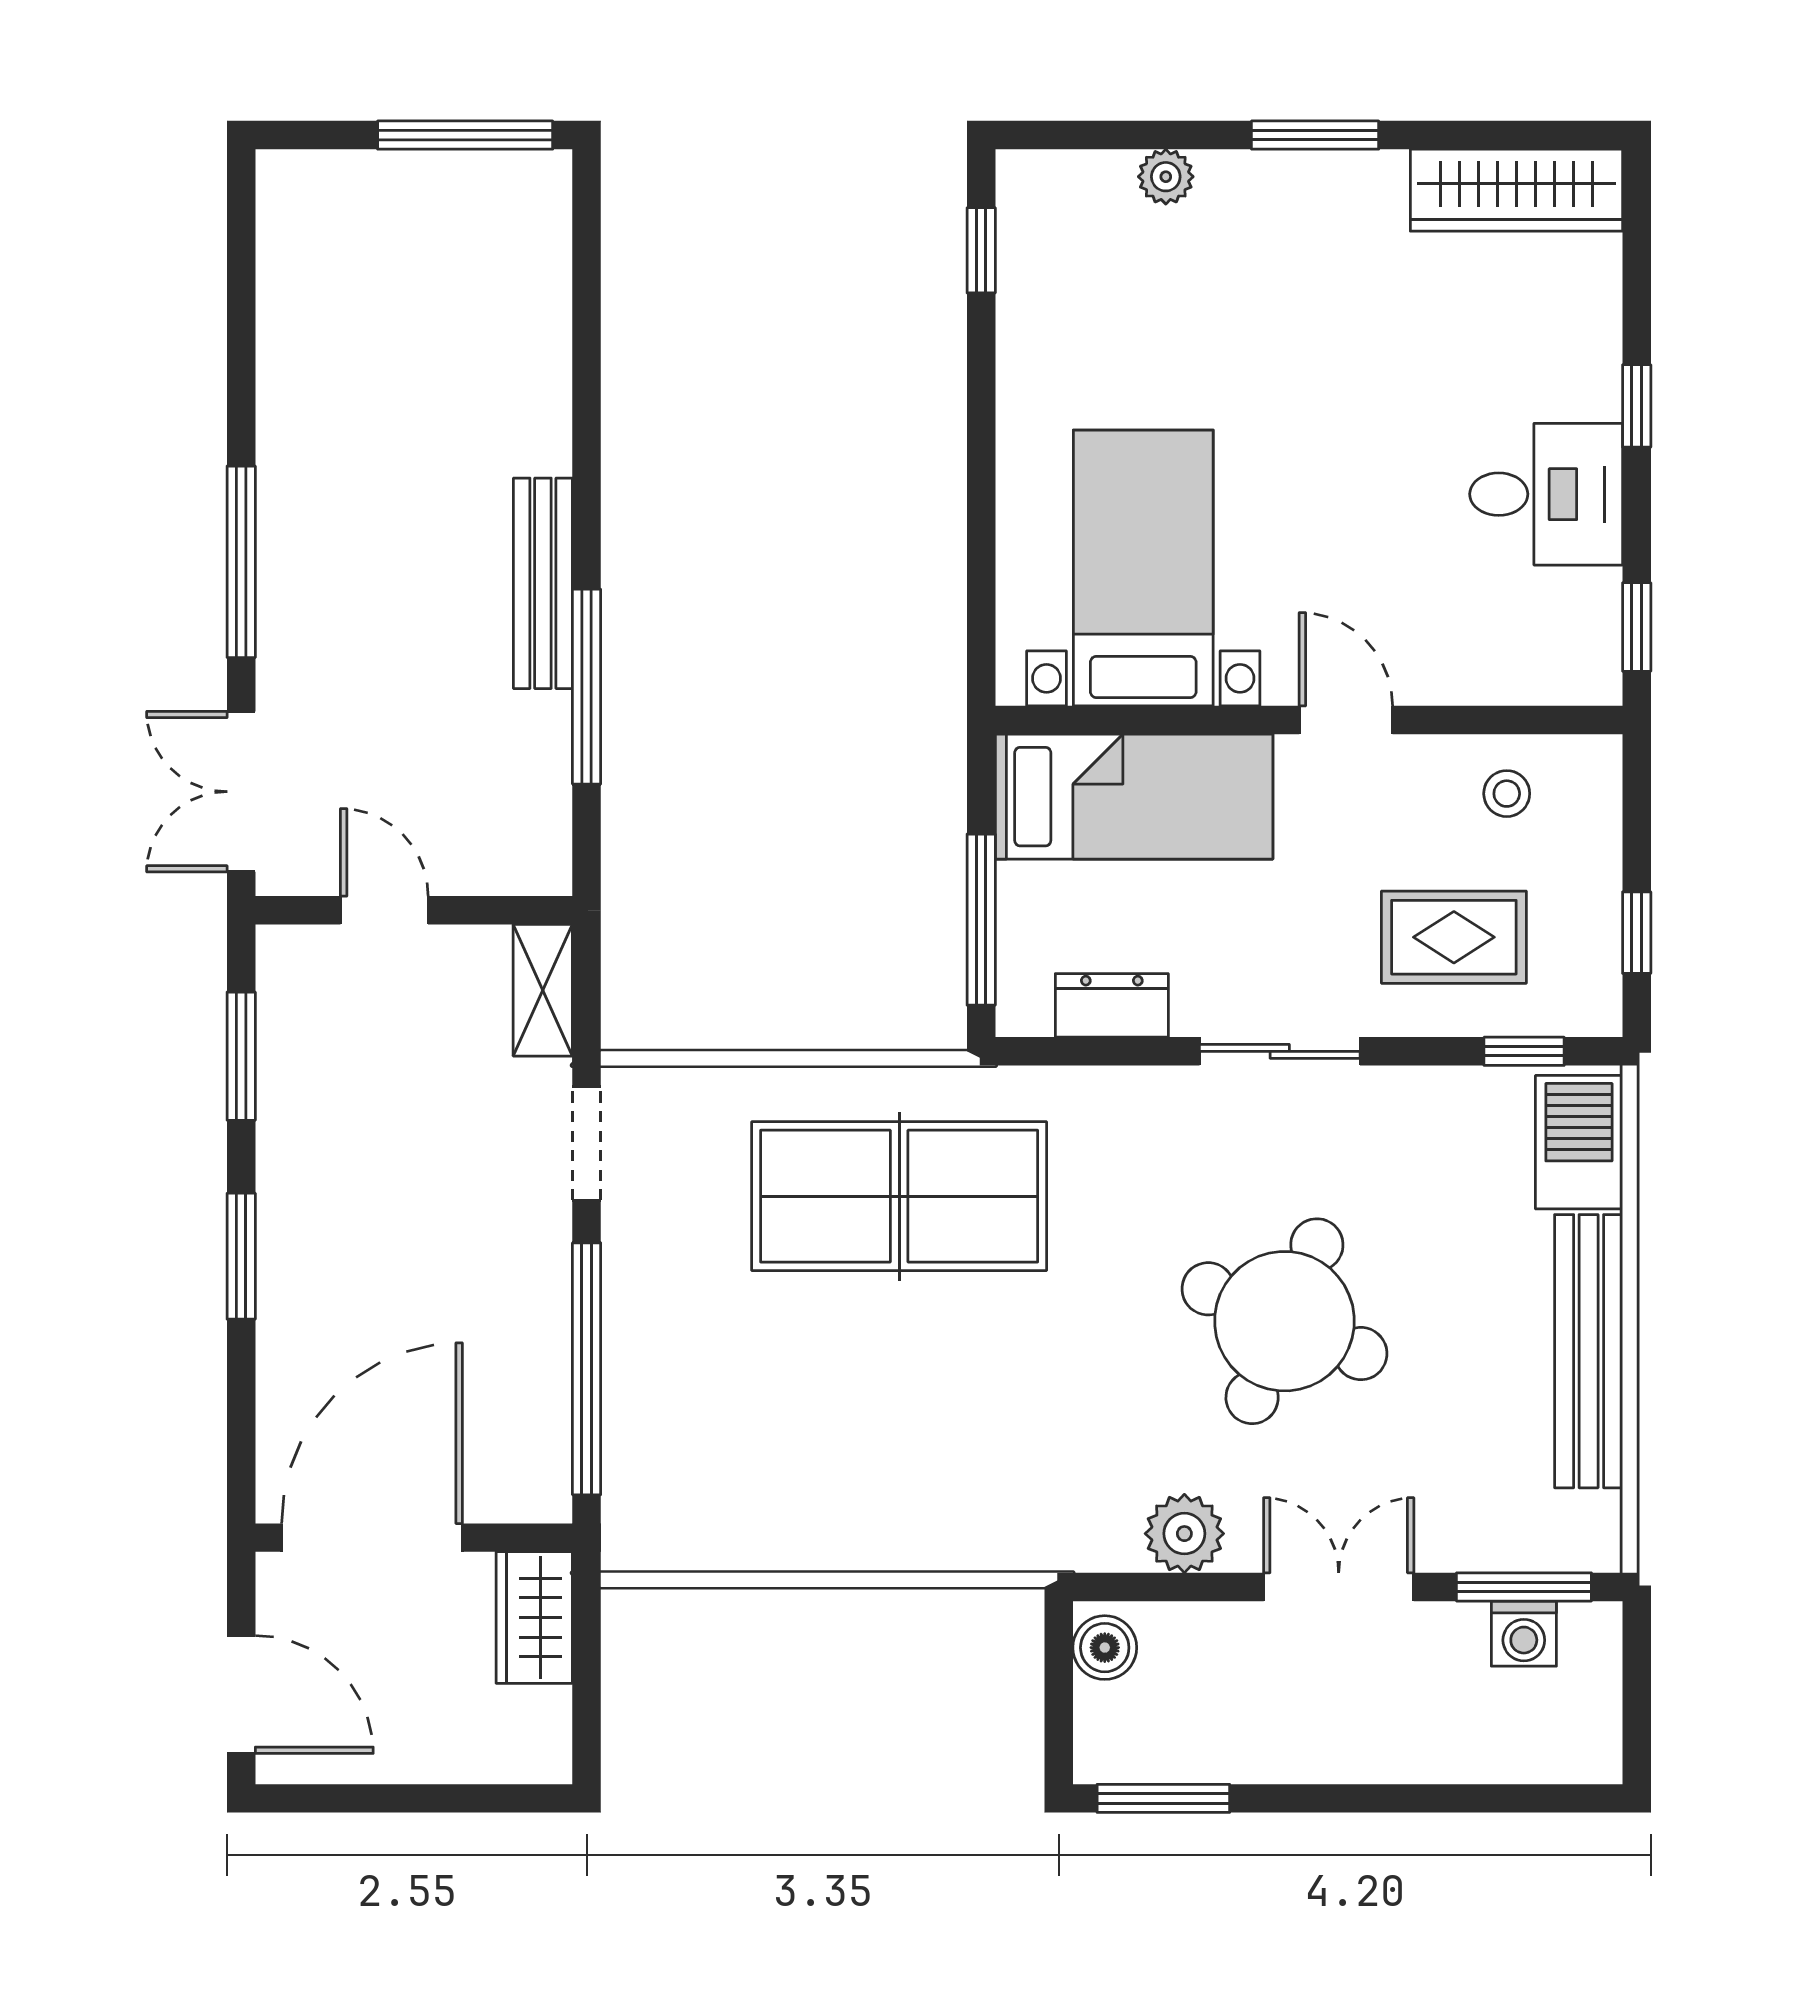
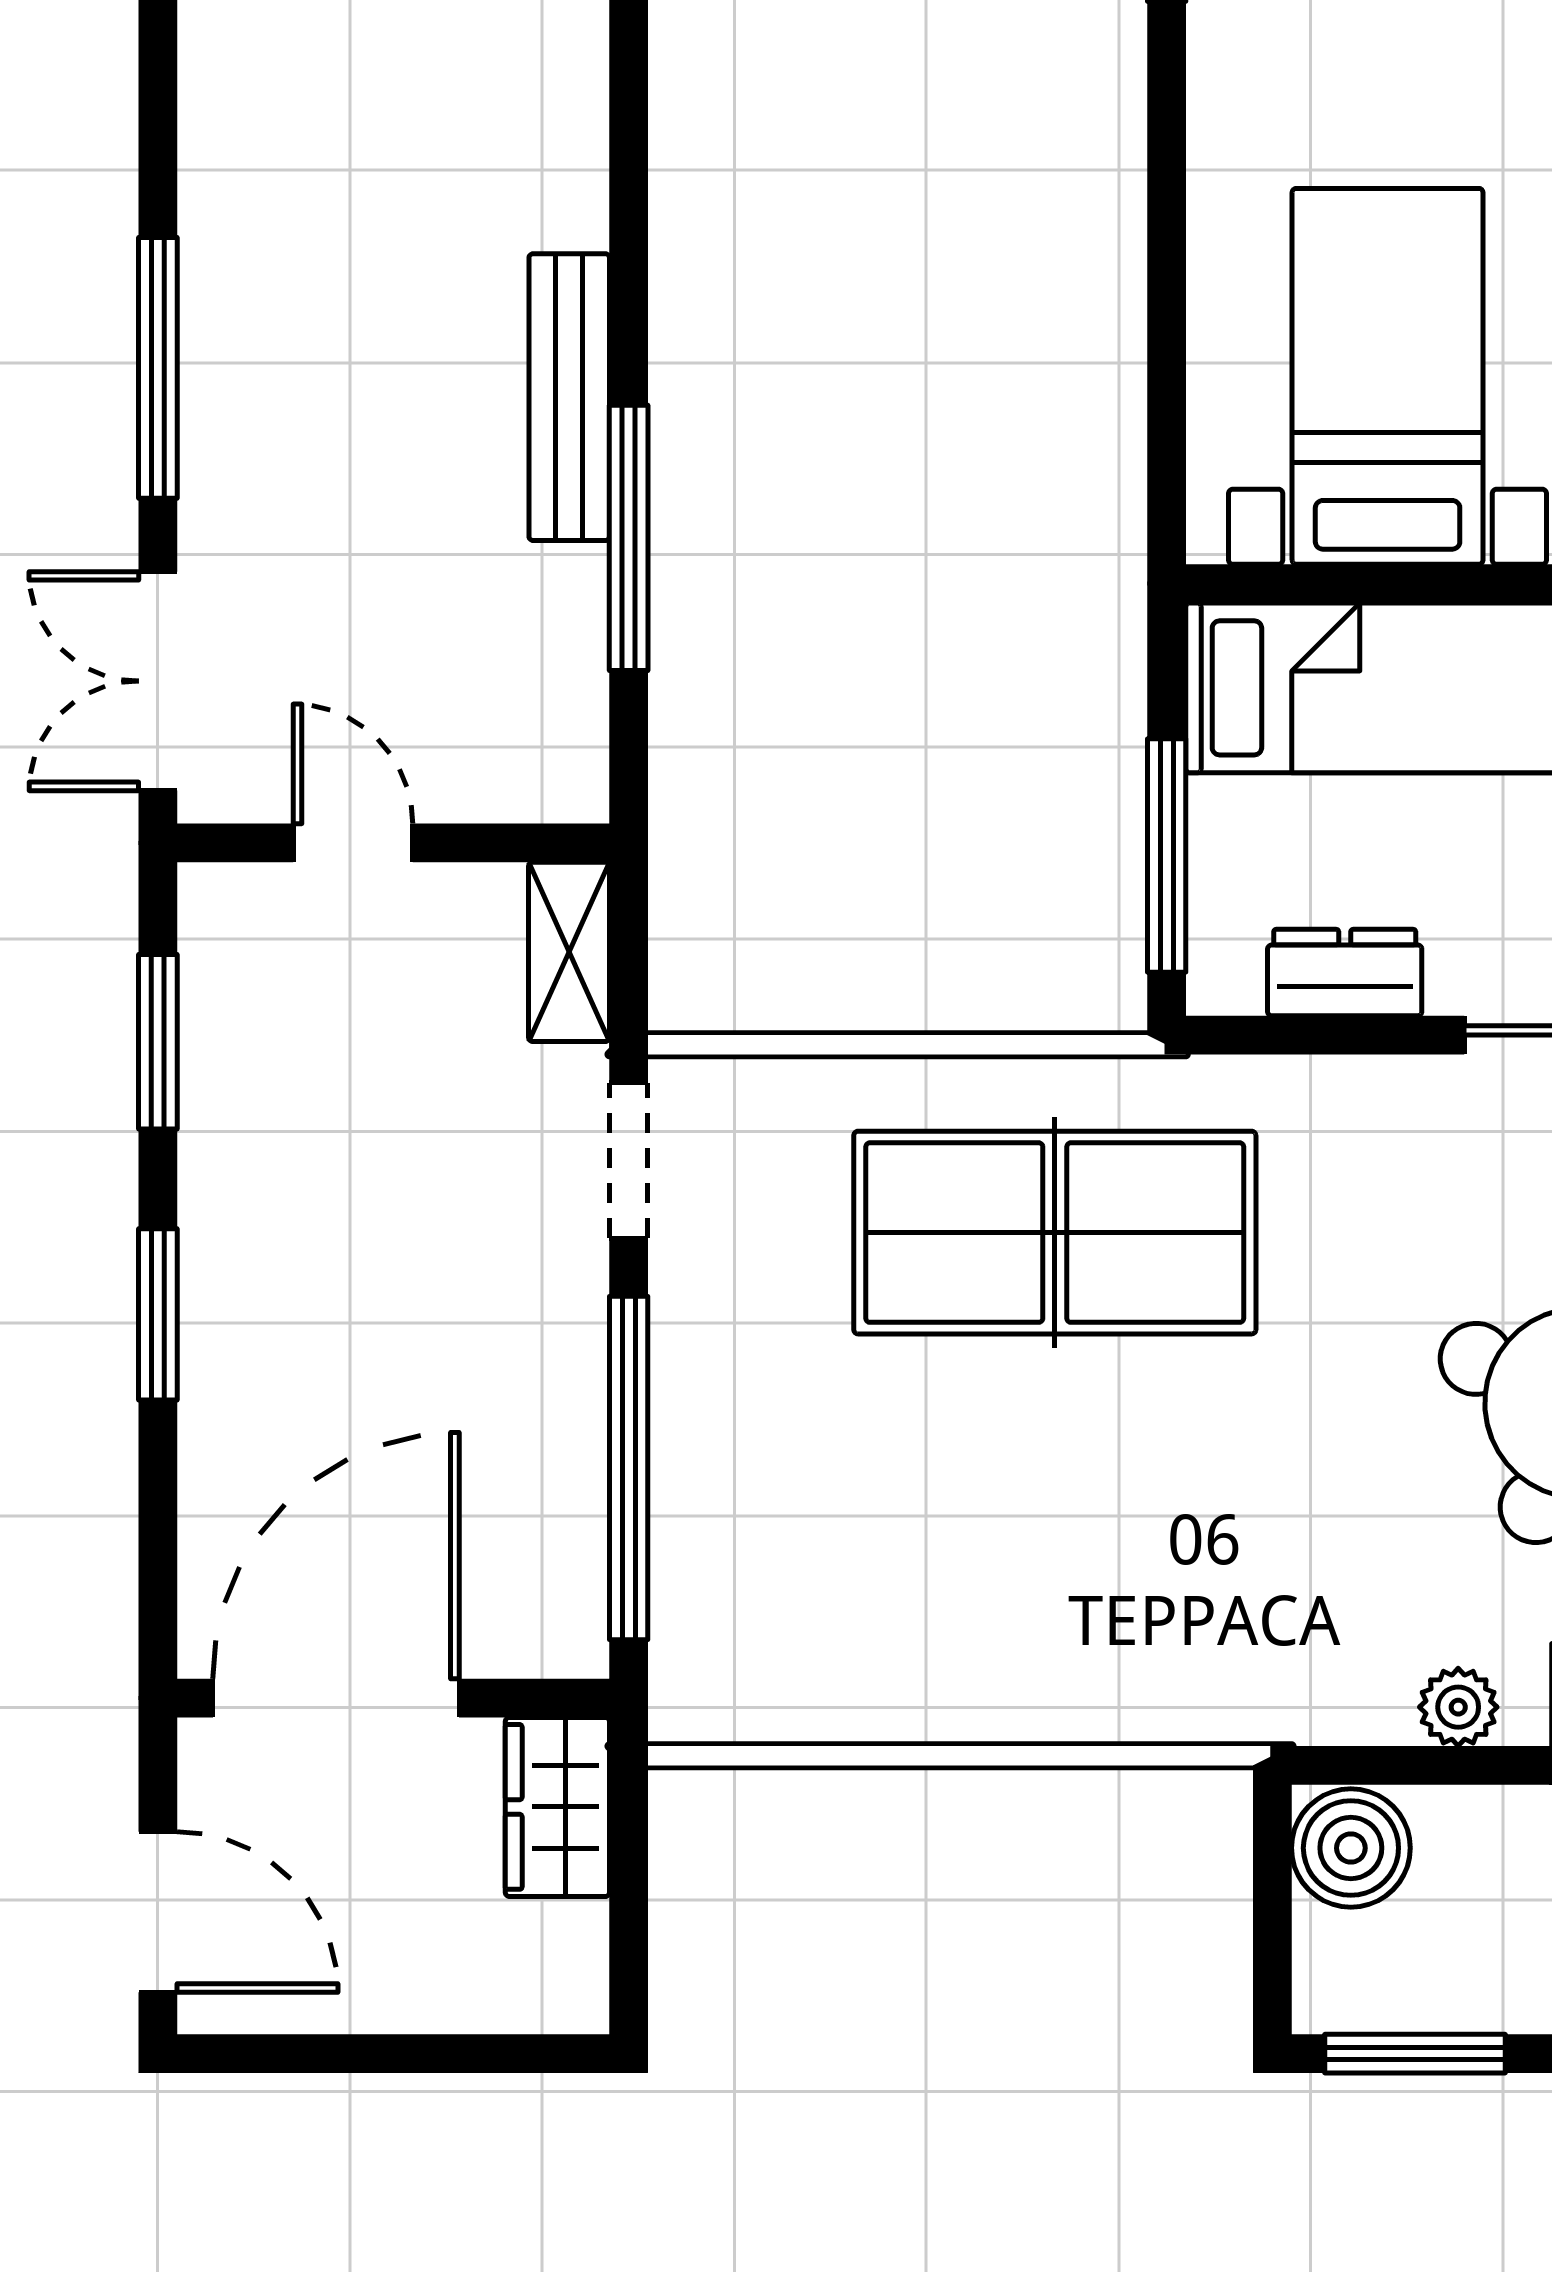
plant: (1184, 1534) -> (1458, 1707), width x0.73, depth x0.73
boiler: (1105, 1648) -> (1351, 1848), width x1.36, depth x1.36

